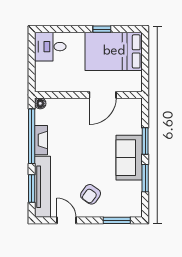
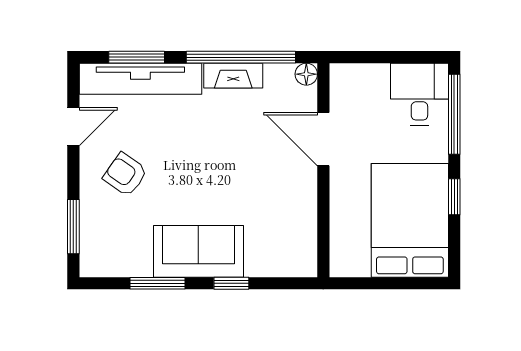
window: (60, 29) -> (454, 114), added
door: (103, 95) -> (323, 139), moved
window: (145, 141) -> (231, 283), width x0.67

